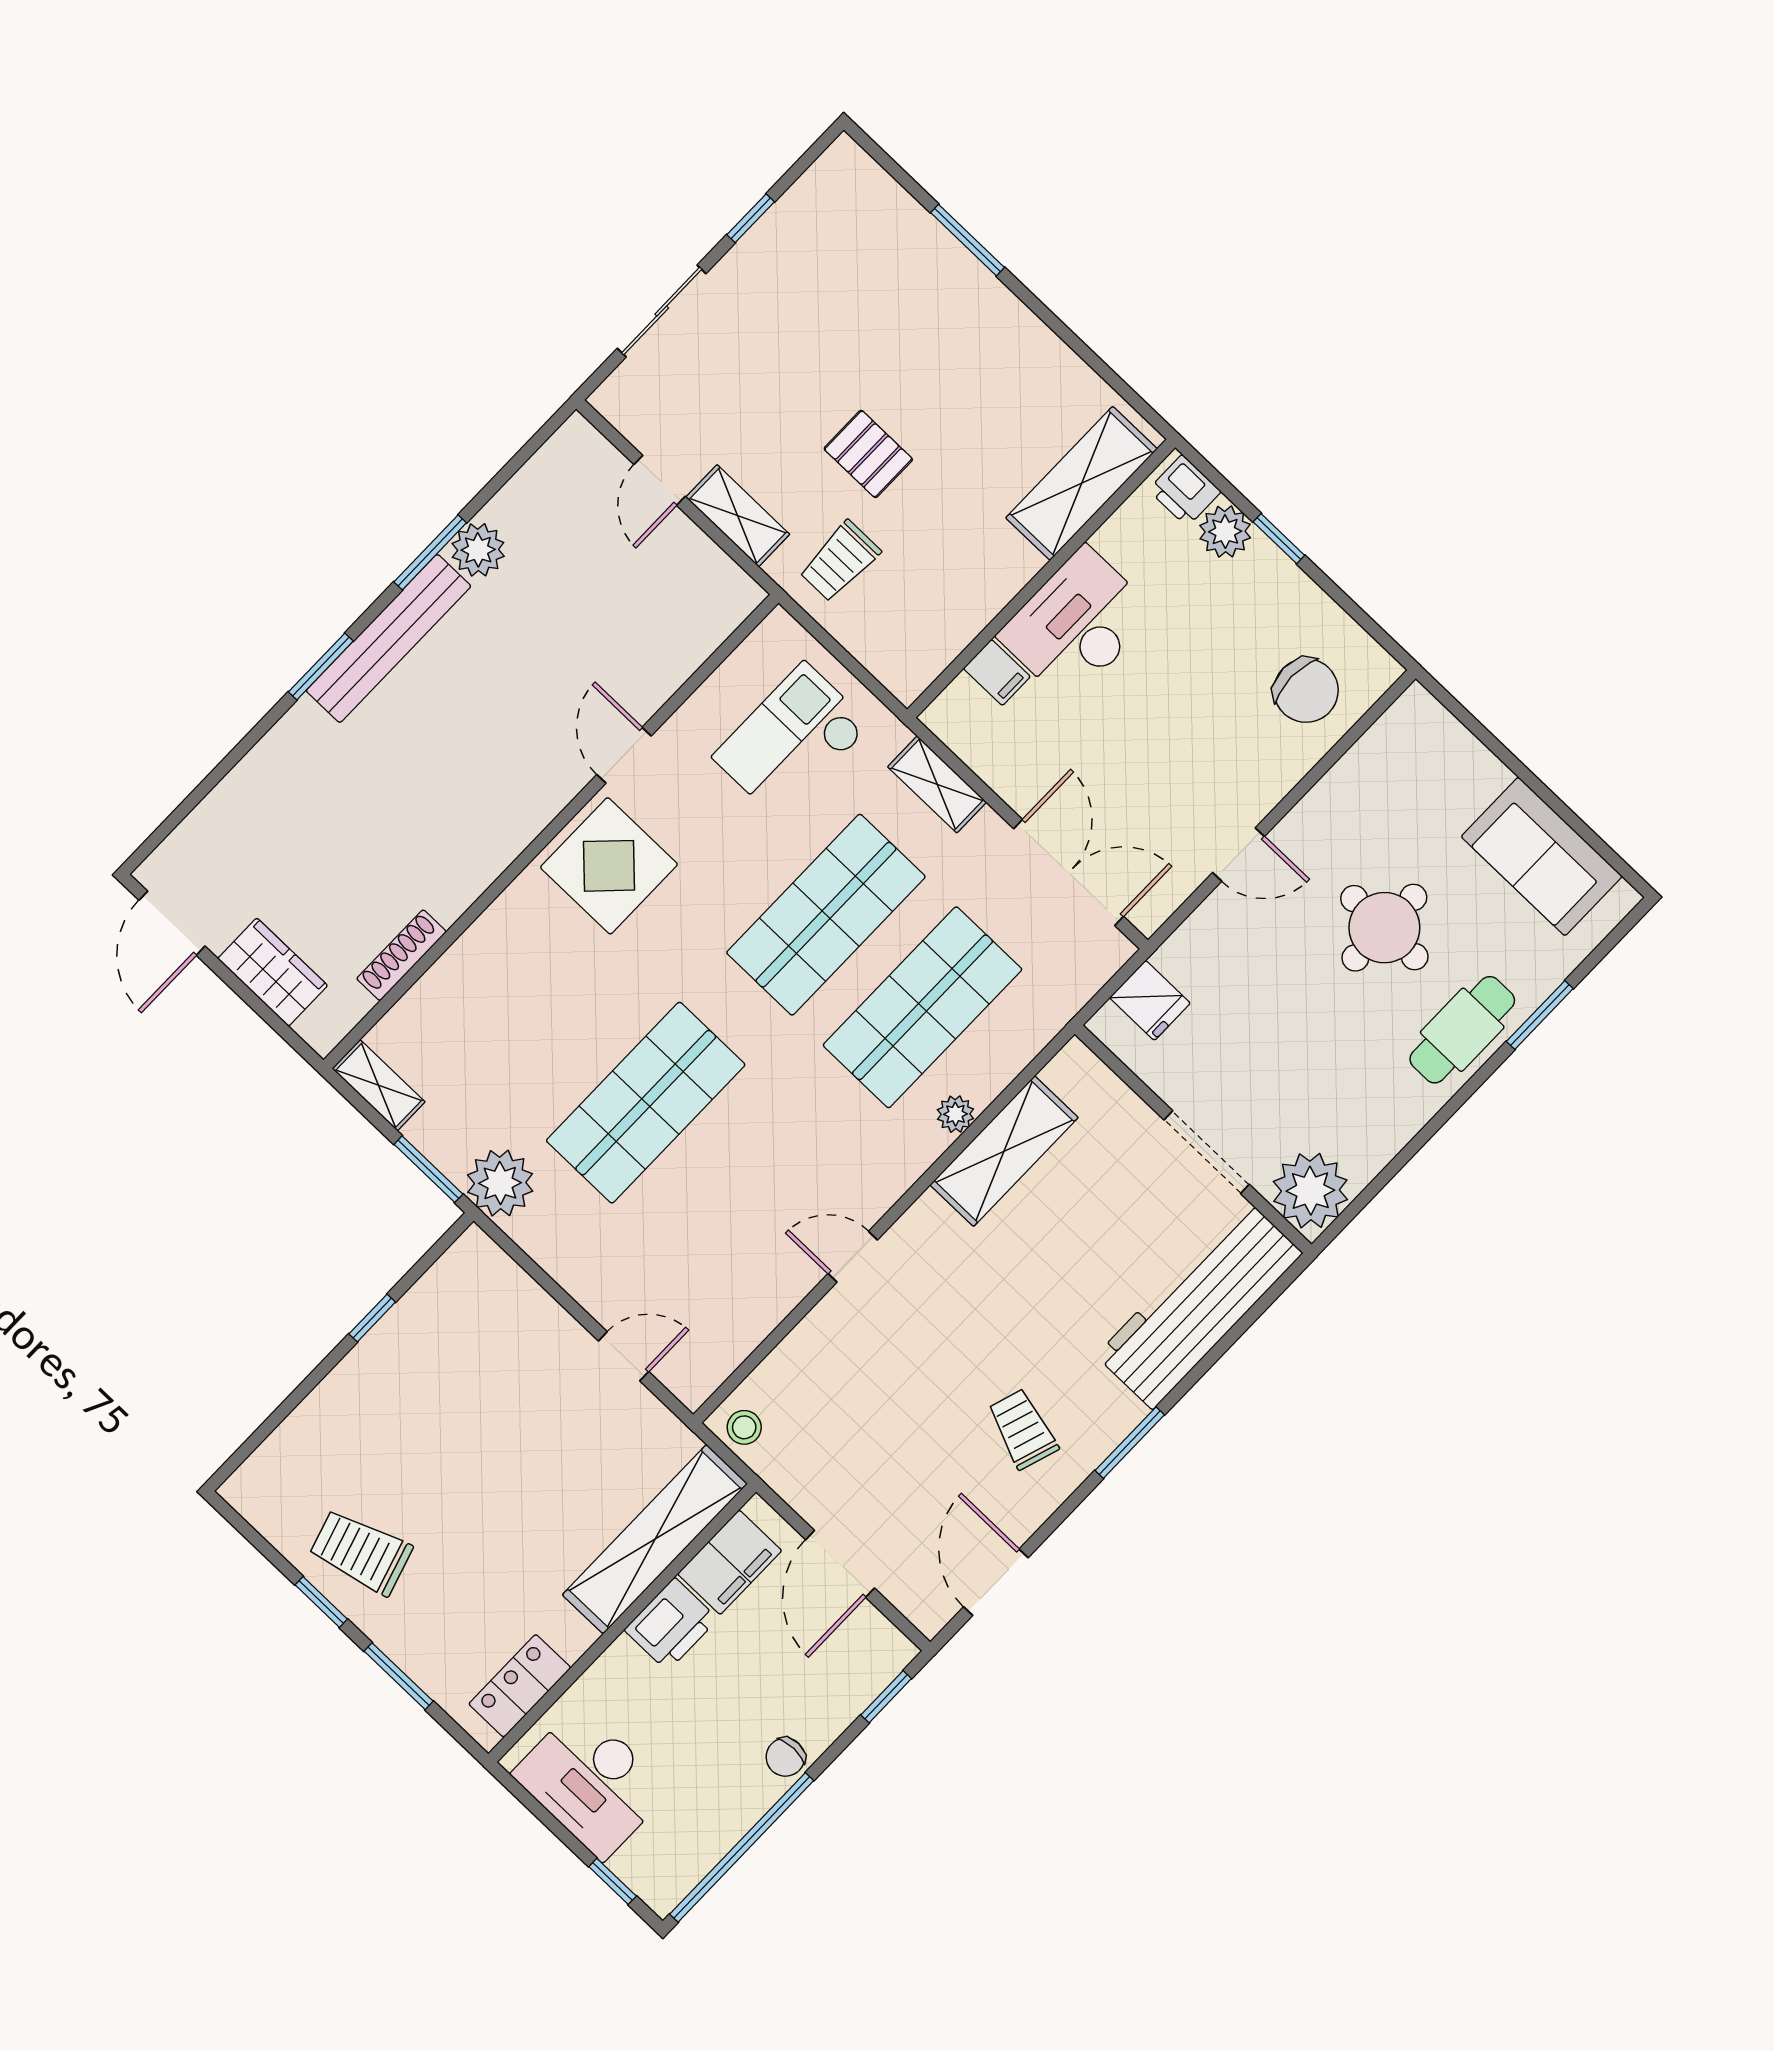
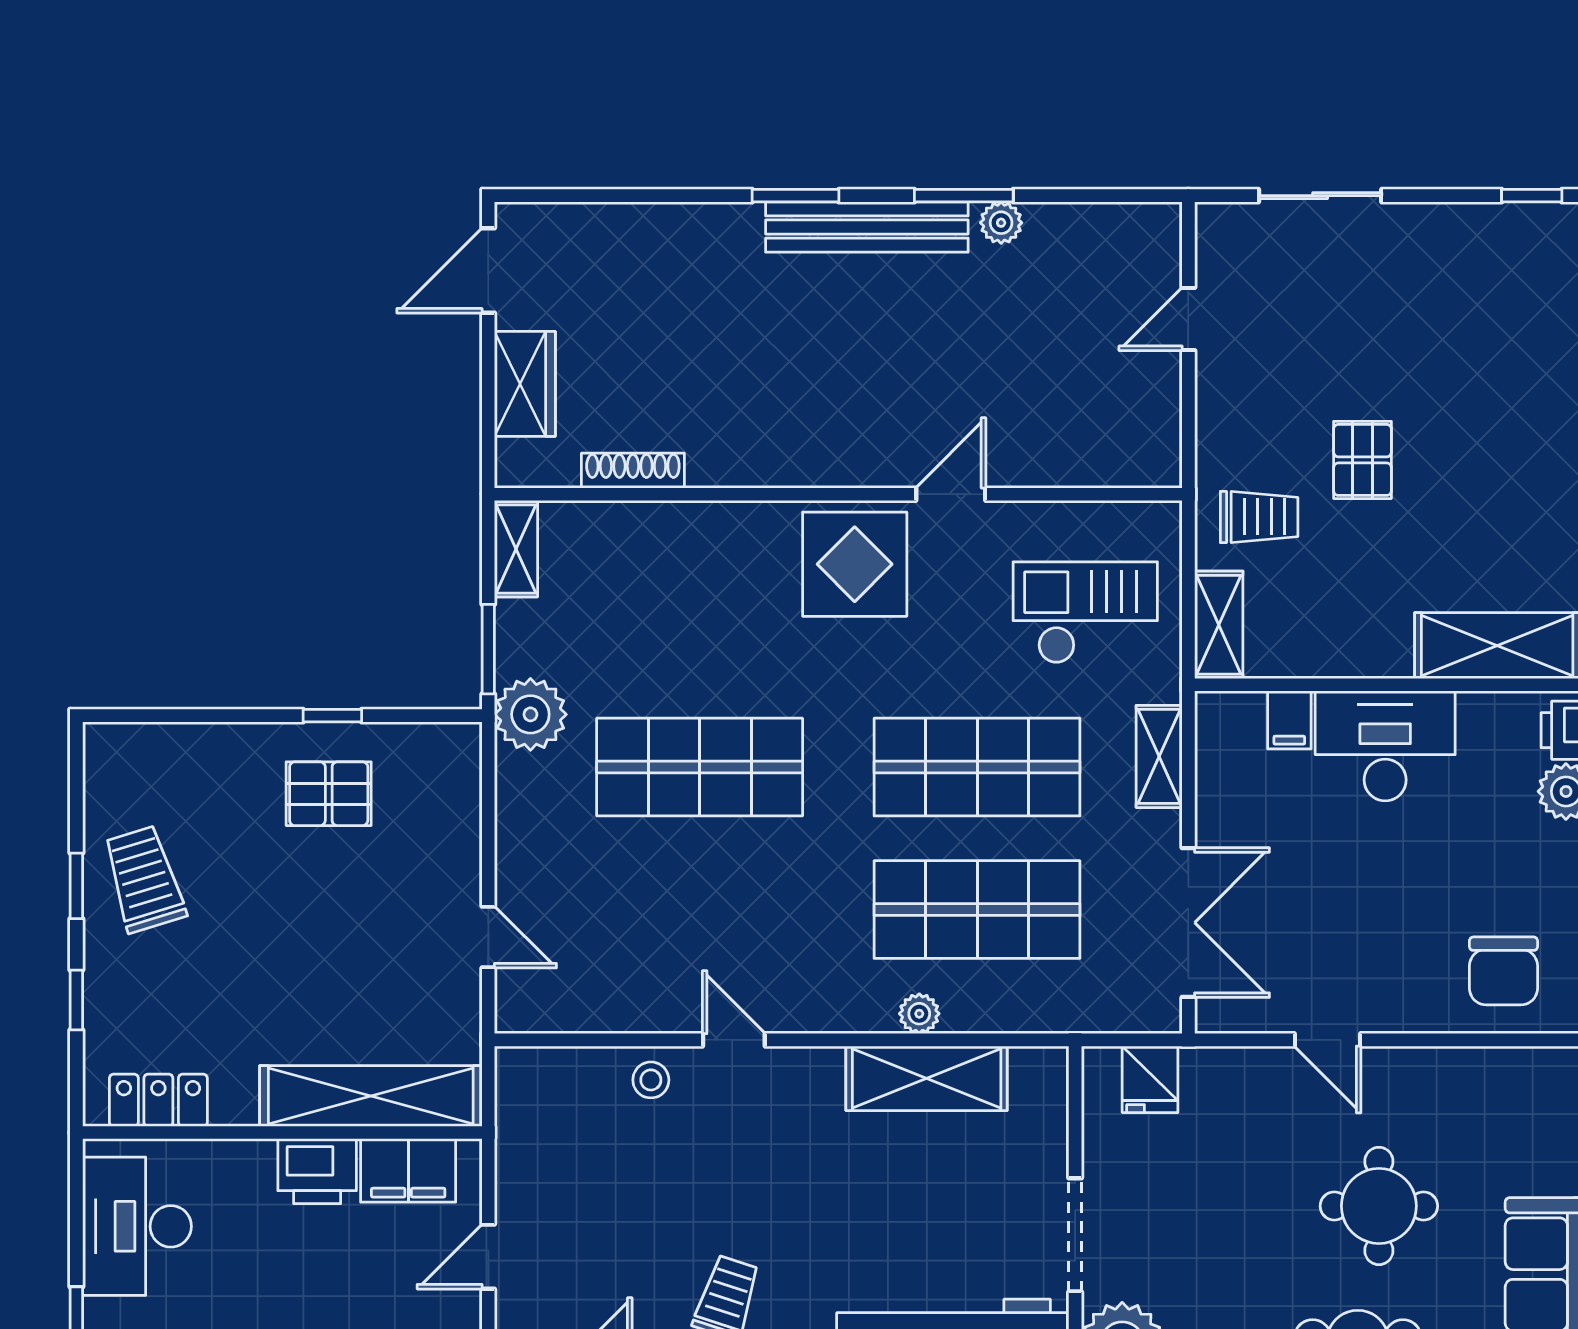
window: (751, 218) -> (1532, 196), moved
shelving: (738, 516) -> (1219, 625), moved
plant: (478, 550) -> (1001, 223), width x0.73, depth x0.73
trolley: (840, 561) -> (1259, 517), turned 180
pallet: (423, 1371) -> (329, 794), added
stool: (744, 1427) -> (651, 1080), moved
door: (840, 1564) -> (488, 1257), width x0.73
window: (399, 1676) -> (76, 1000), width x0.67

